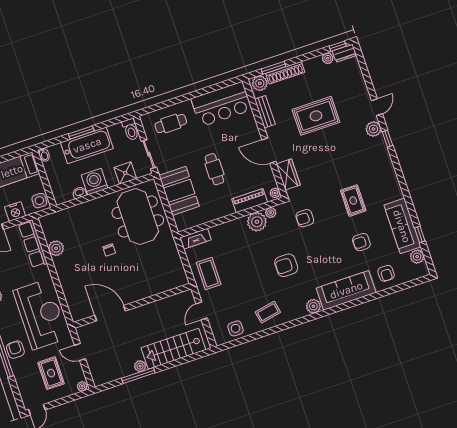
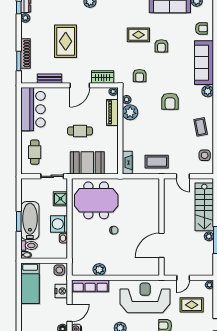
plant: (260, 83) -> (27, 75), removed
toilet: (131, 130) -> (29, 245), moved
armchair: (361, 242) -> (161, 46), moved

